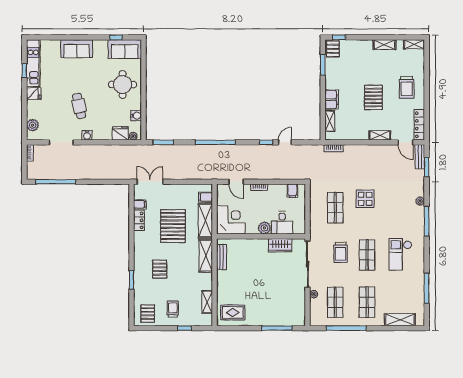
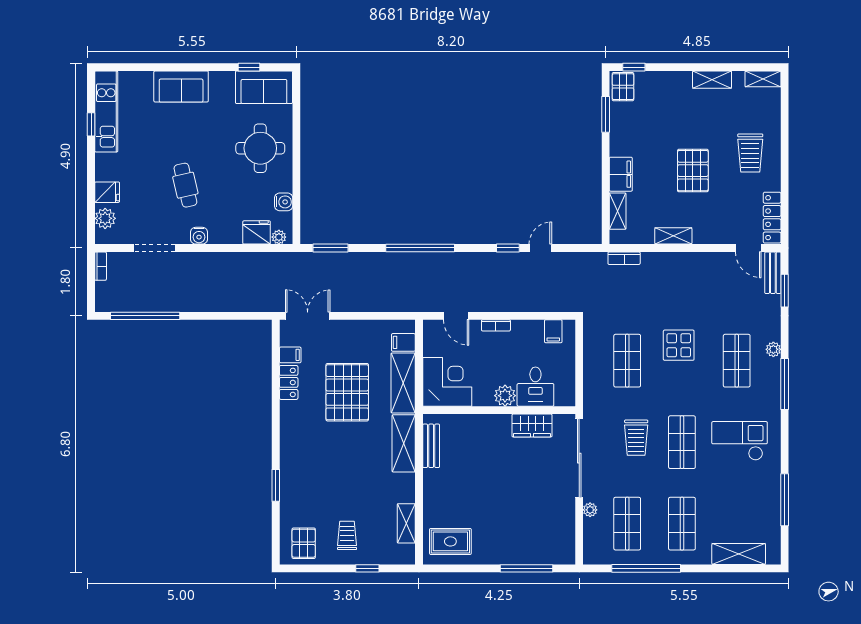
fridge: (34, 94) -> (107, 192), moved
shelving: (380, 135) -> (673, 236), moved
shop shelf: (399, 208) -> (737, 361), added
checkout: (400, 254) -> (740, 441), turned 90
pallet: (160, 269) -> (324, 467), removed

